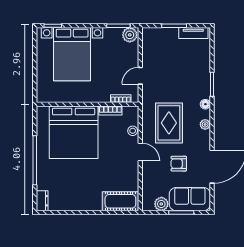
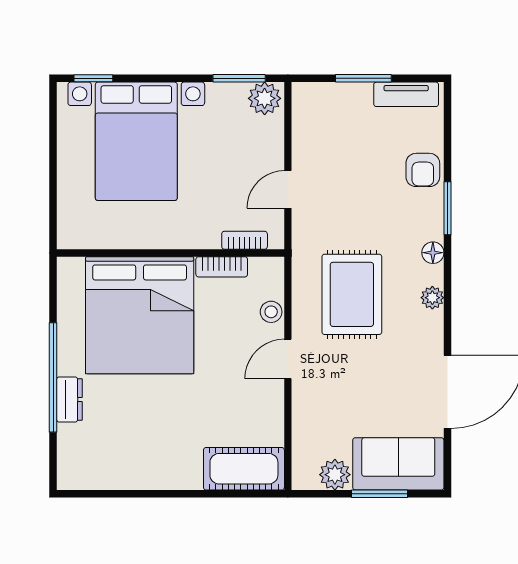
door: (140, 152) -> (288, 359), swing flipped
armchair: (179, 164) -> (423, 170), moved, turned -90
dresser: (42, 201) -> (69, 399), moved

